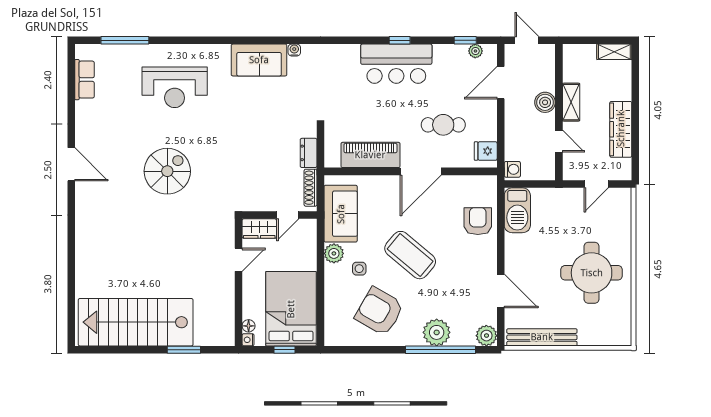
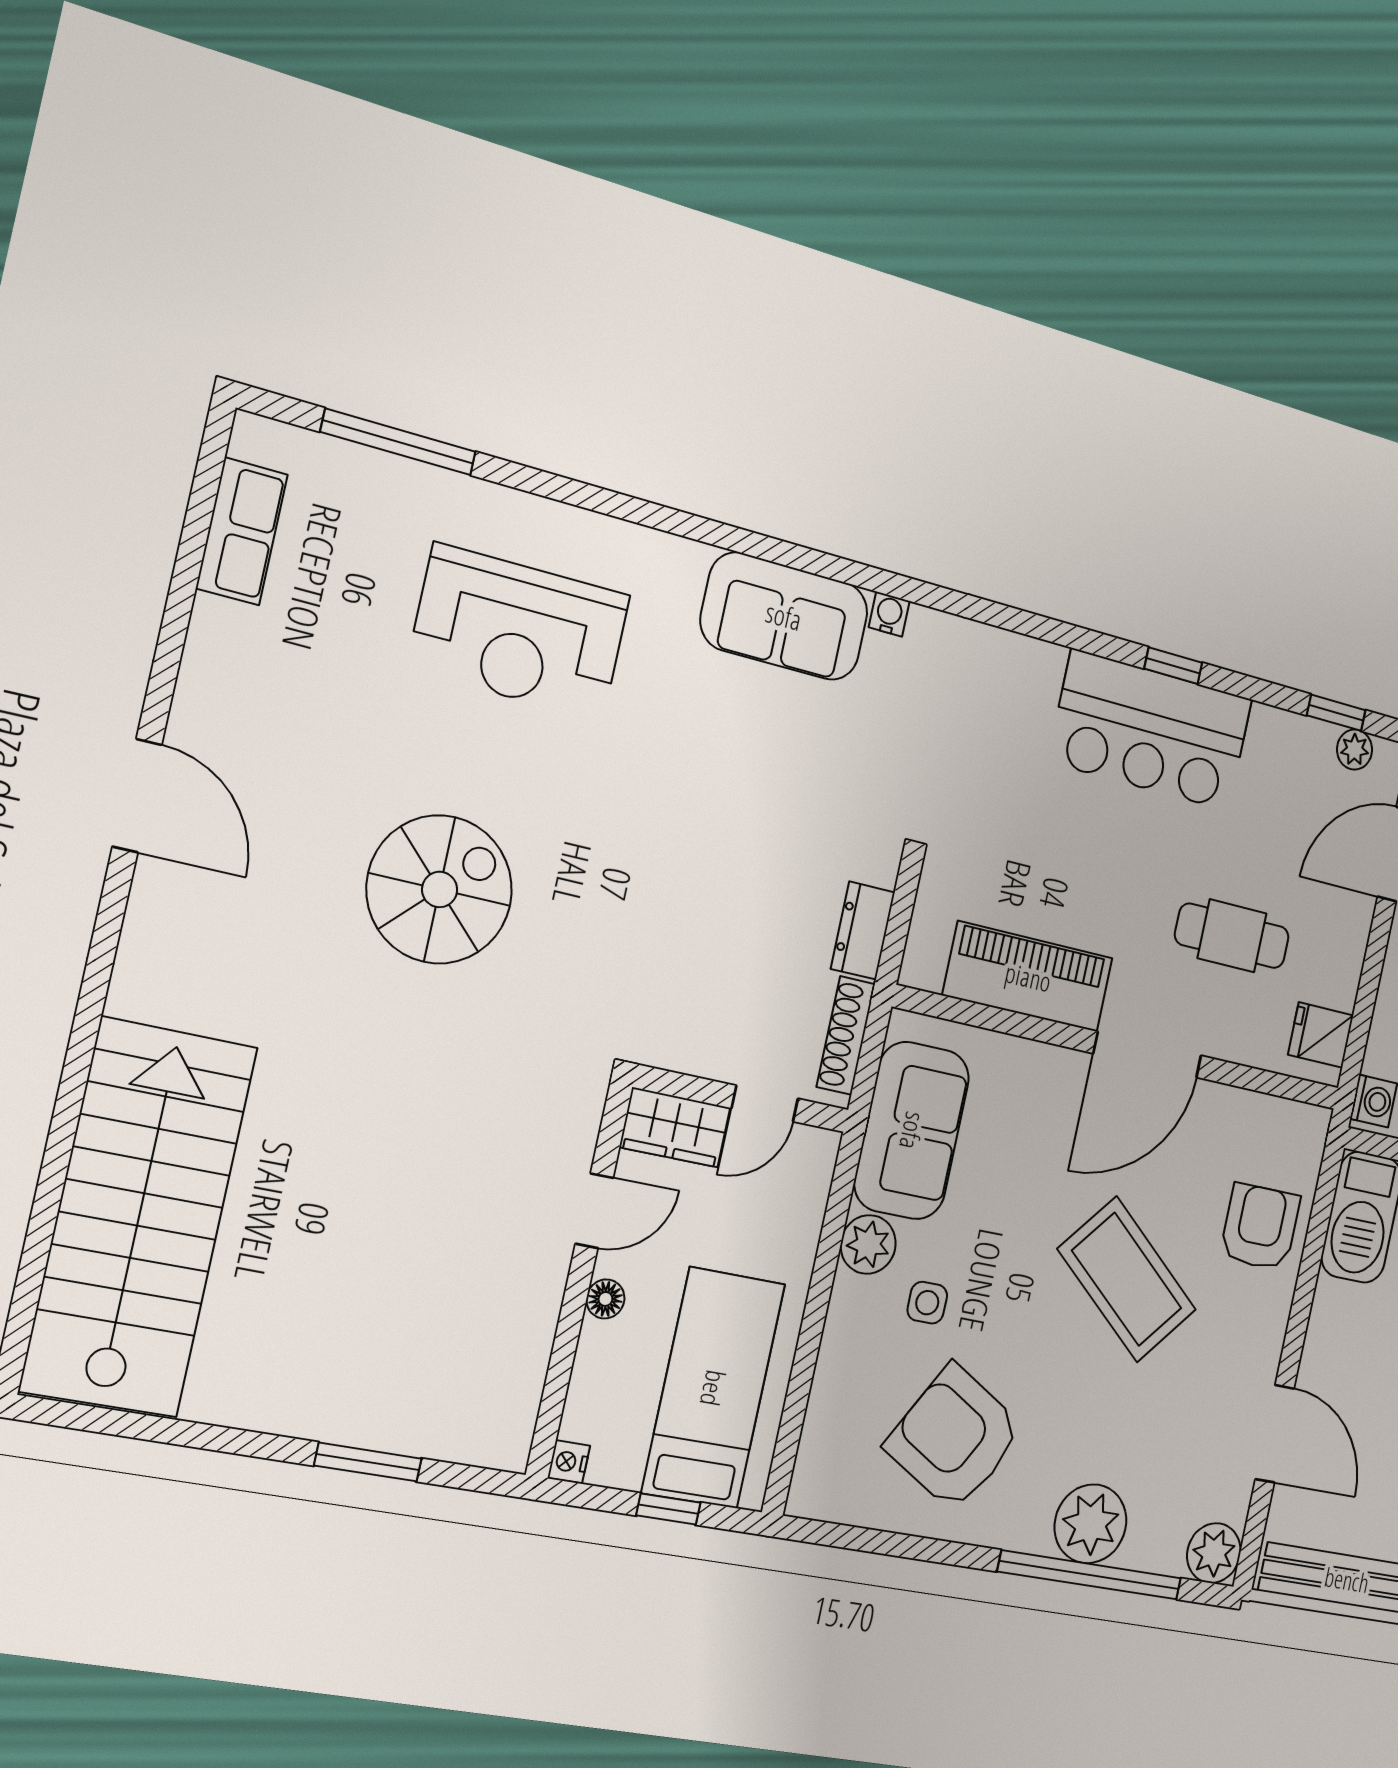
coffee table: (410, 255) -> (1127, 1279), moved
bed: (291, 309) -> (713, 1388), width x0.67
stairs: (136, 322) -> (139, 1218), moved, turned 90
floor lamp: (249, 326) -> (605, 1299), moved

